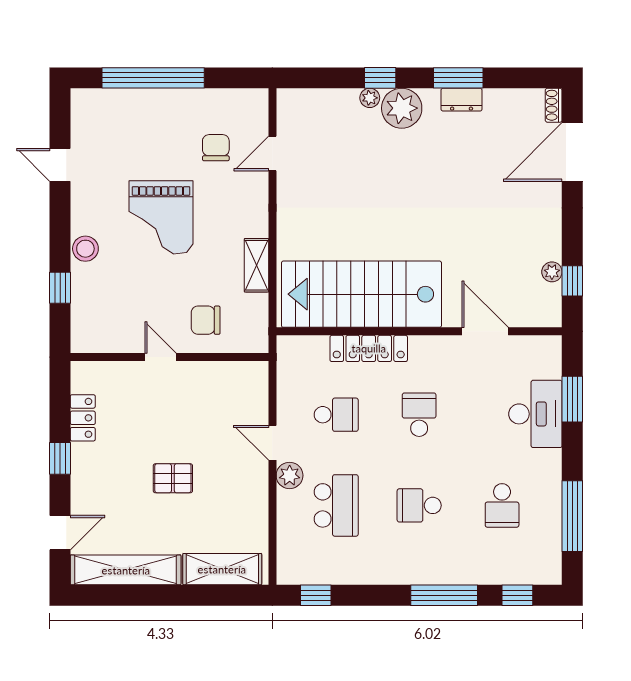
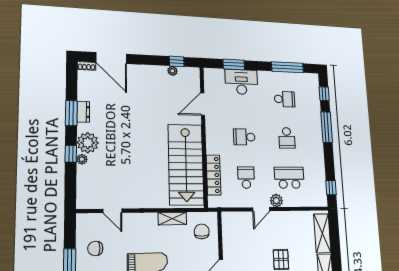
chair: (216, 148) -> (95, 248), moved
chair: (206, 320) -> (202, 231), moved, turned 180
locker: (369, 348) -> (213, 175), moved

